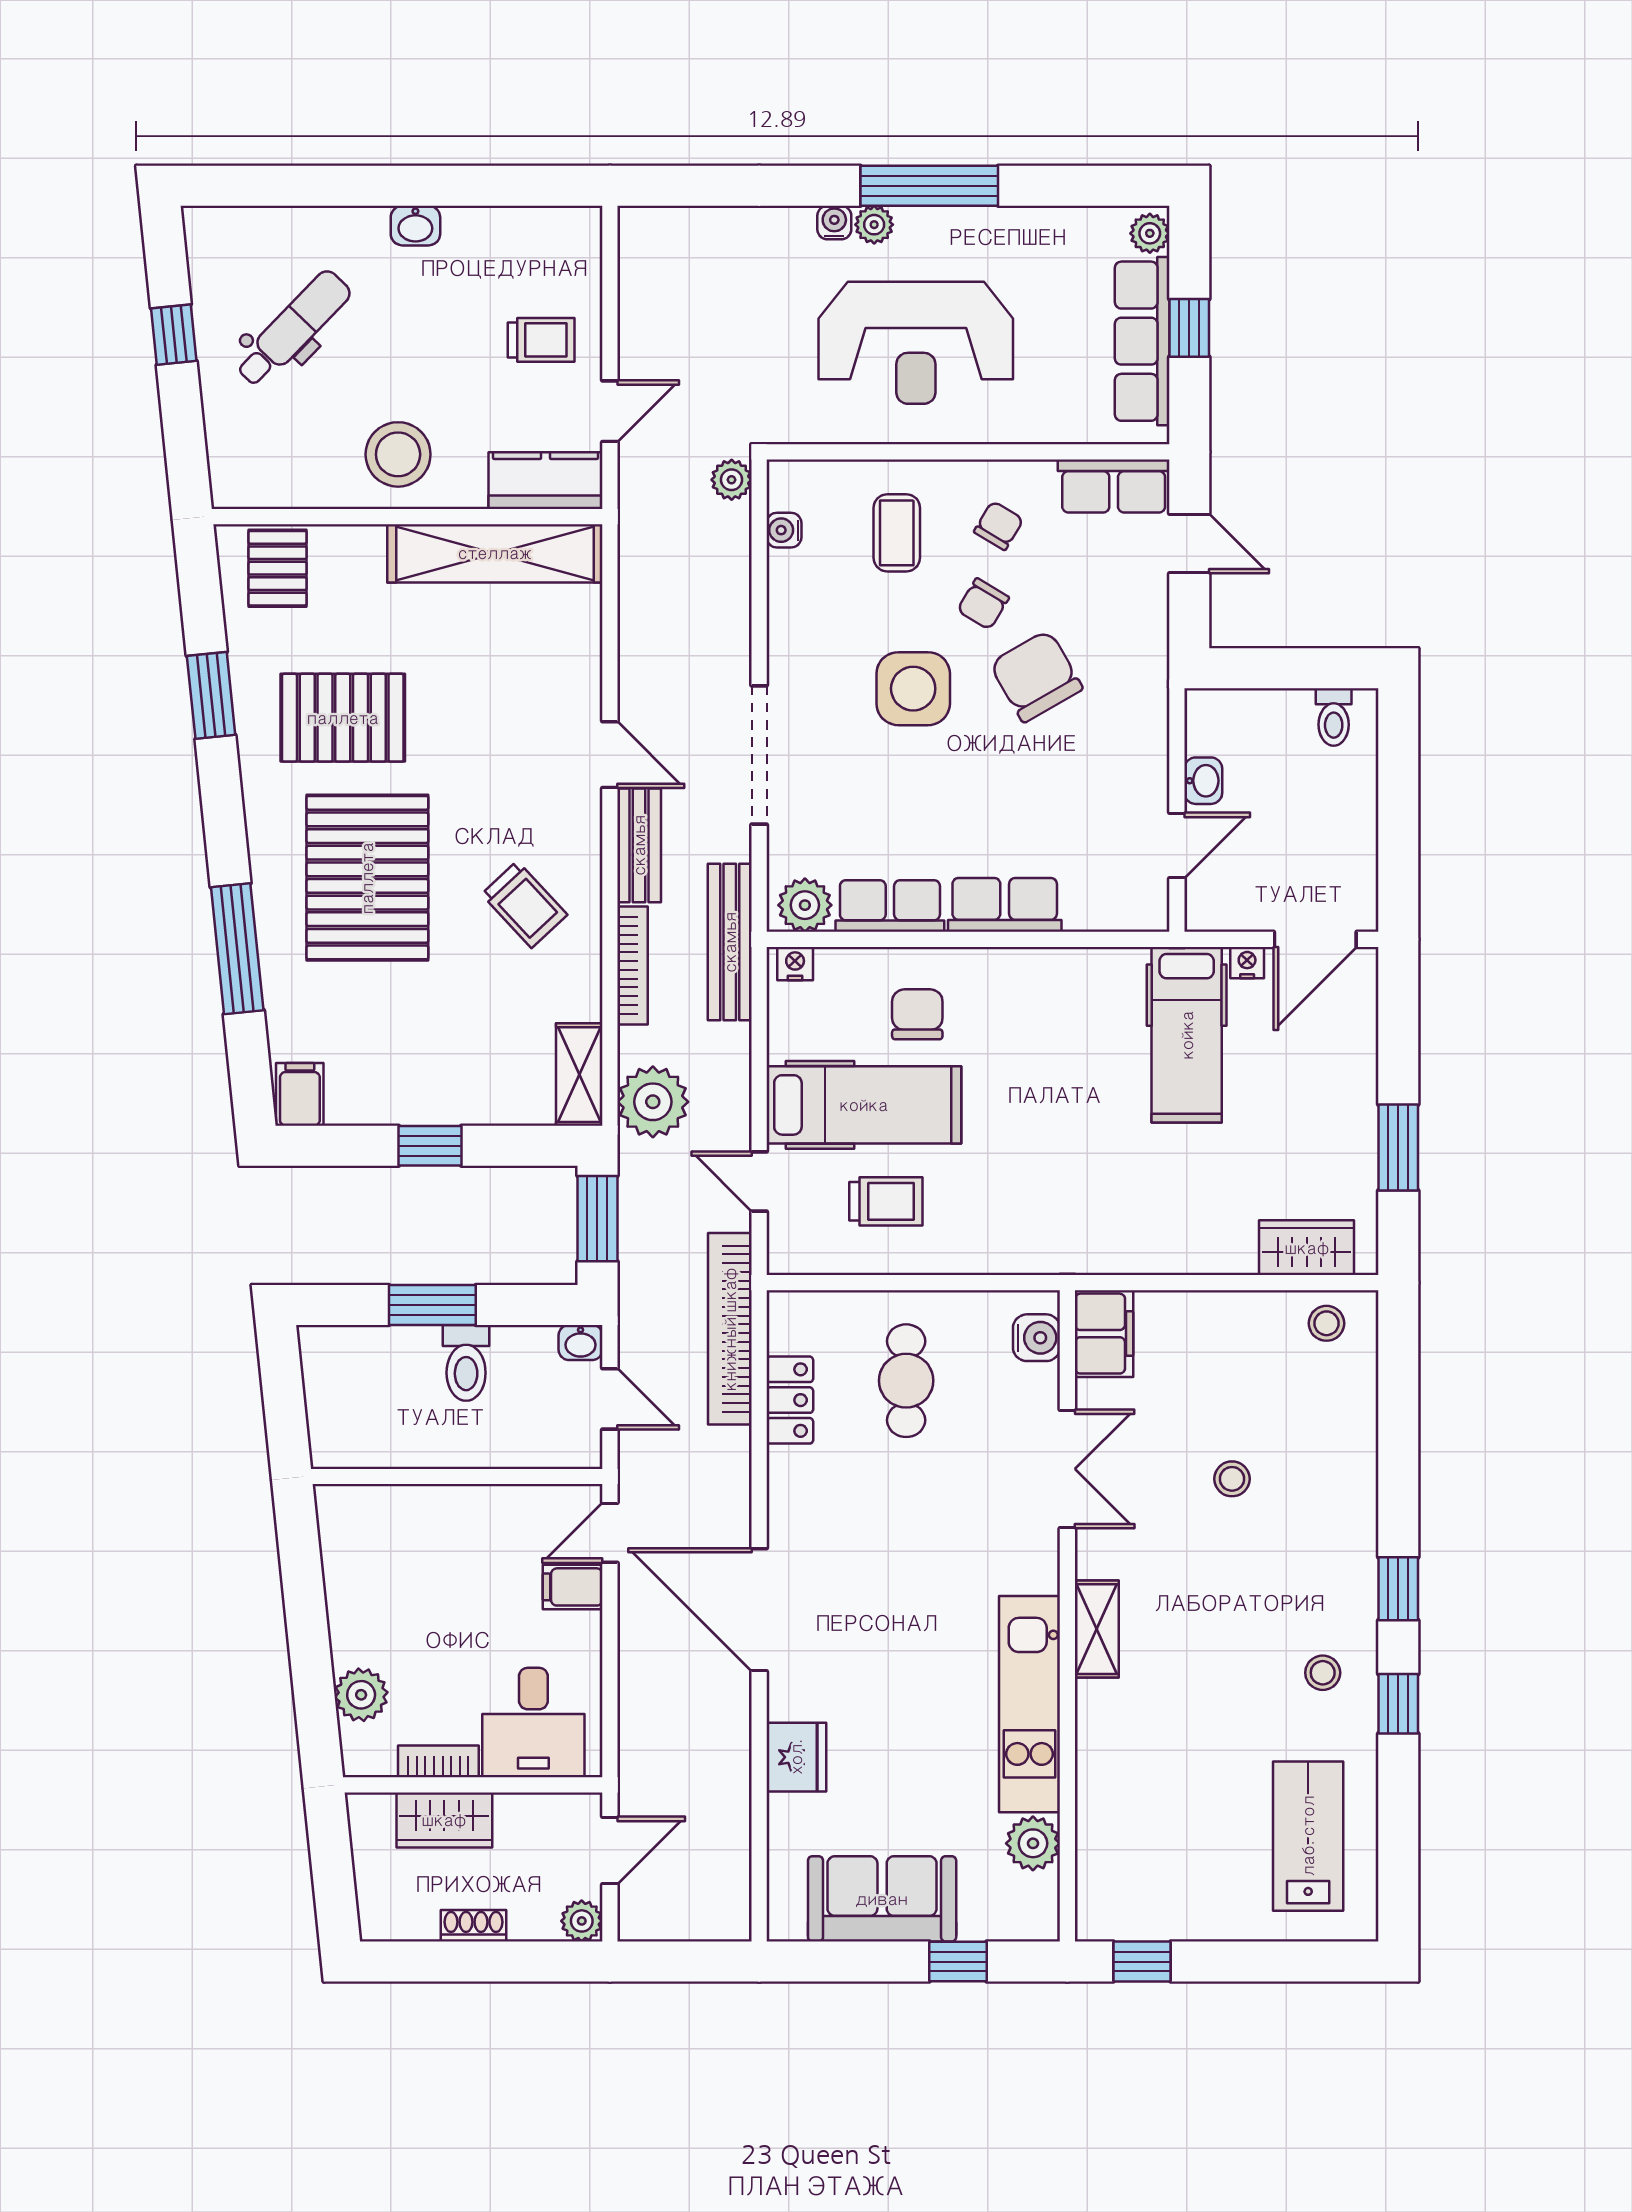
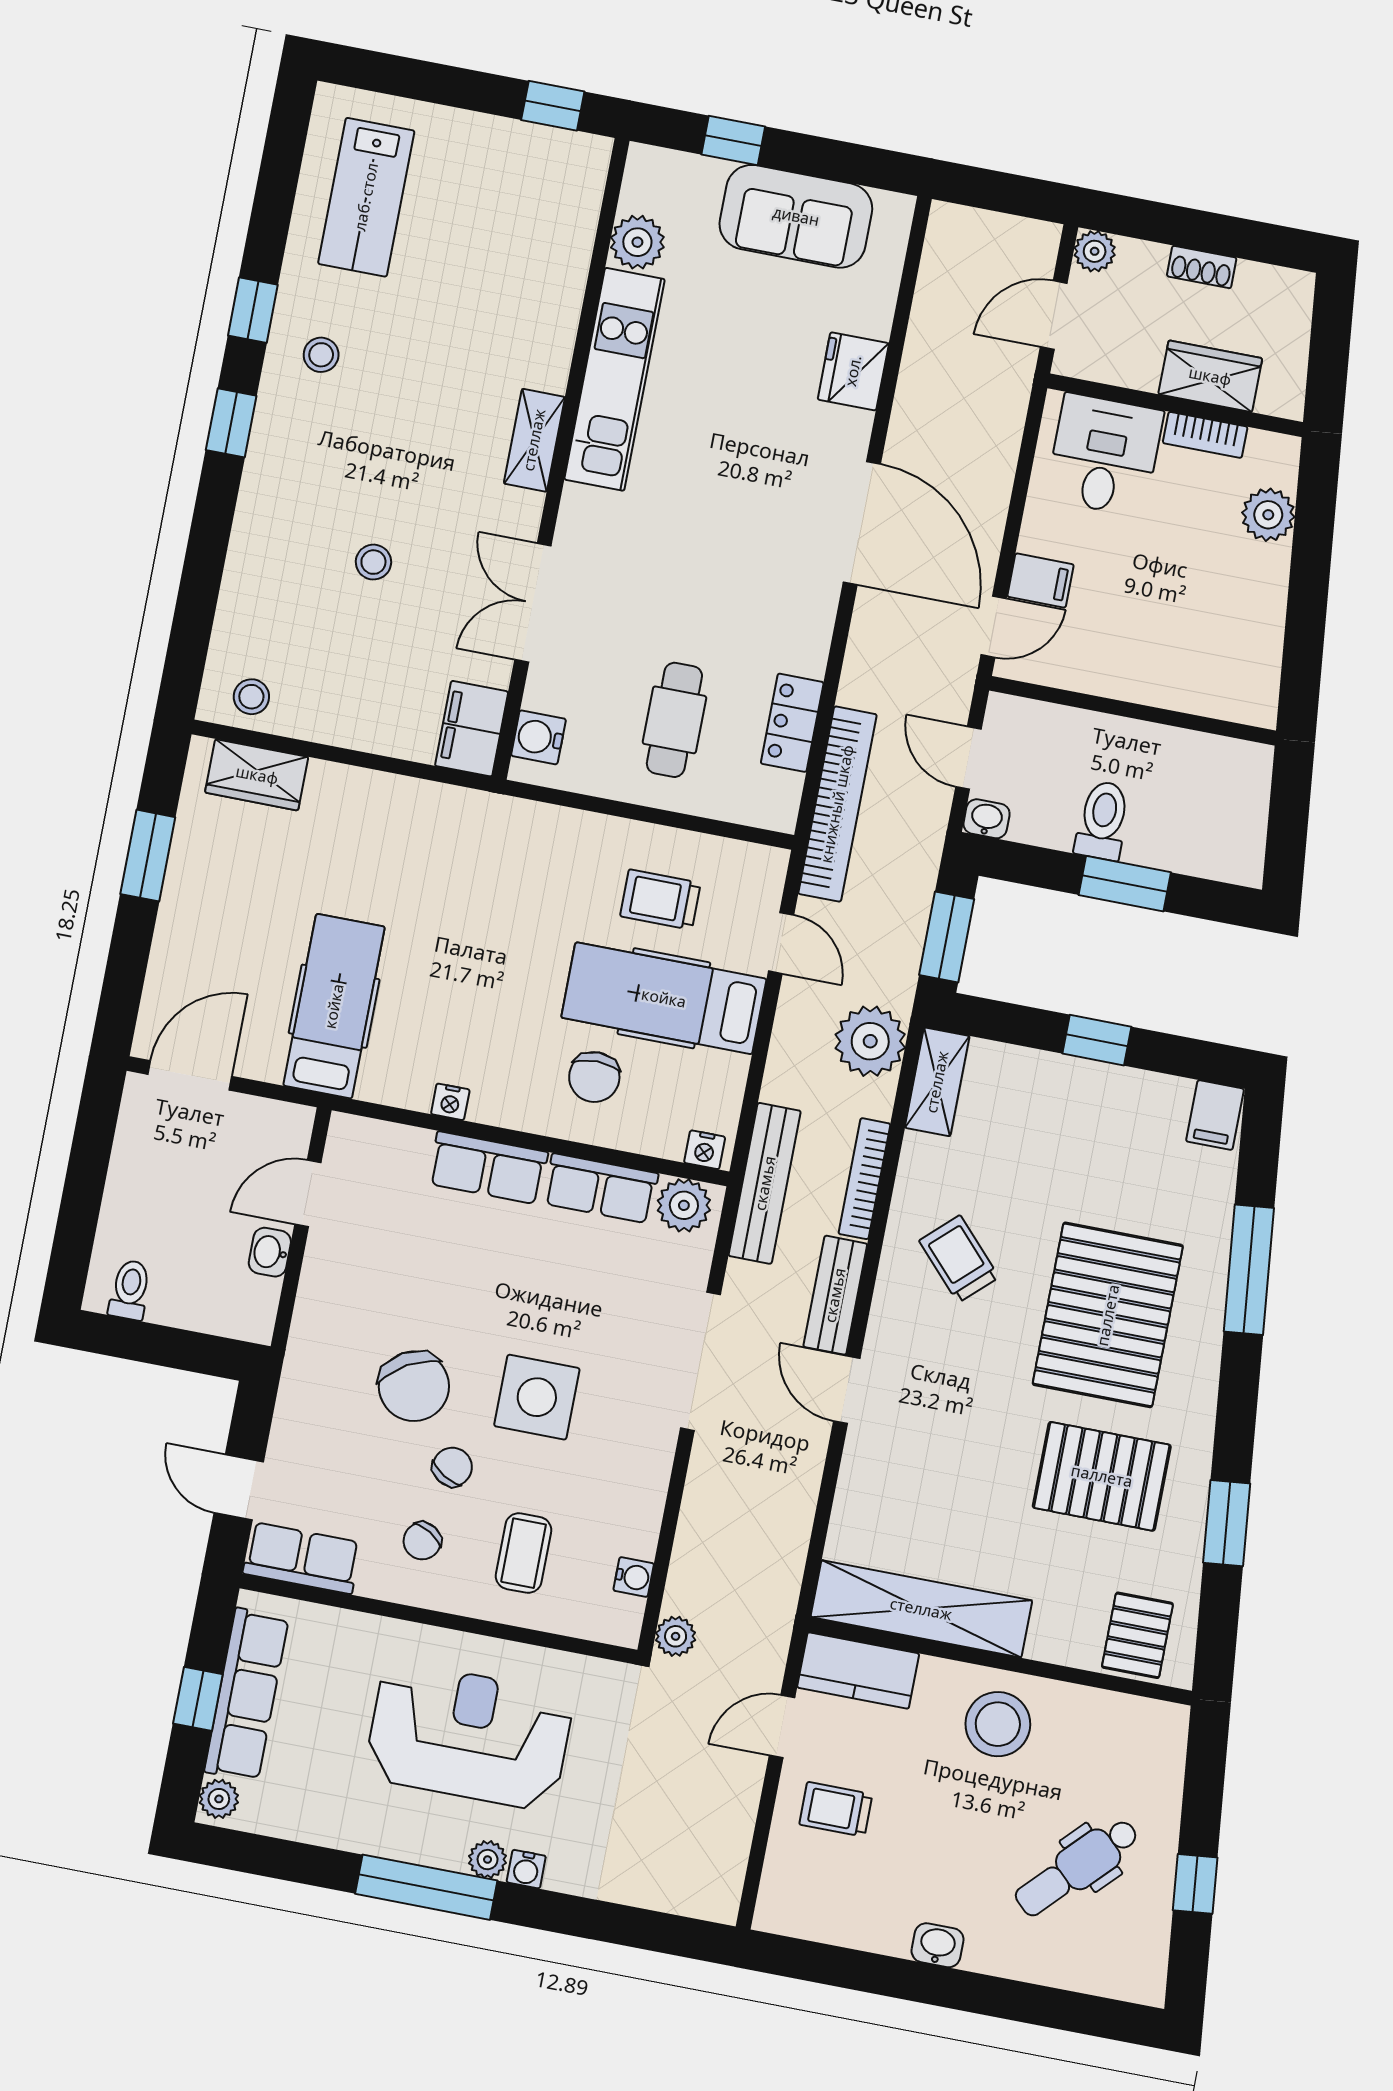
nightstand: (1247, 963) -> (450, 1102), moved

